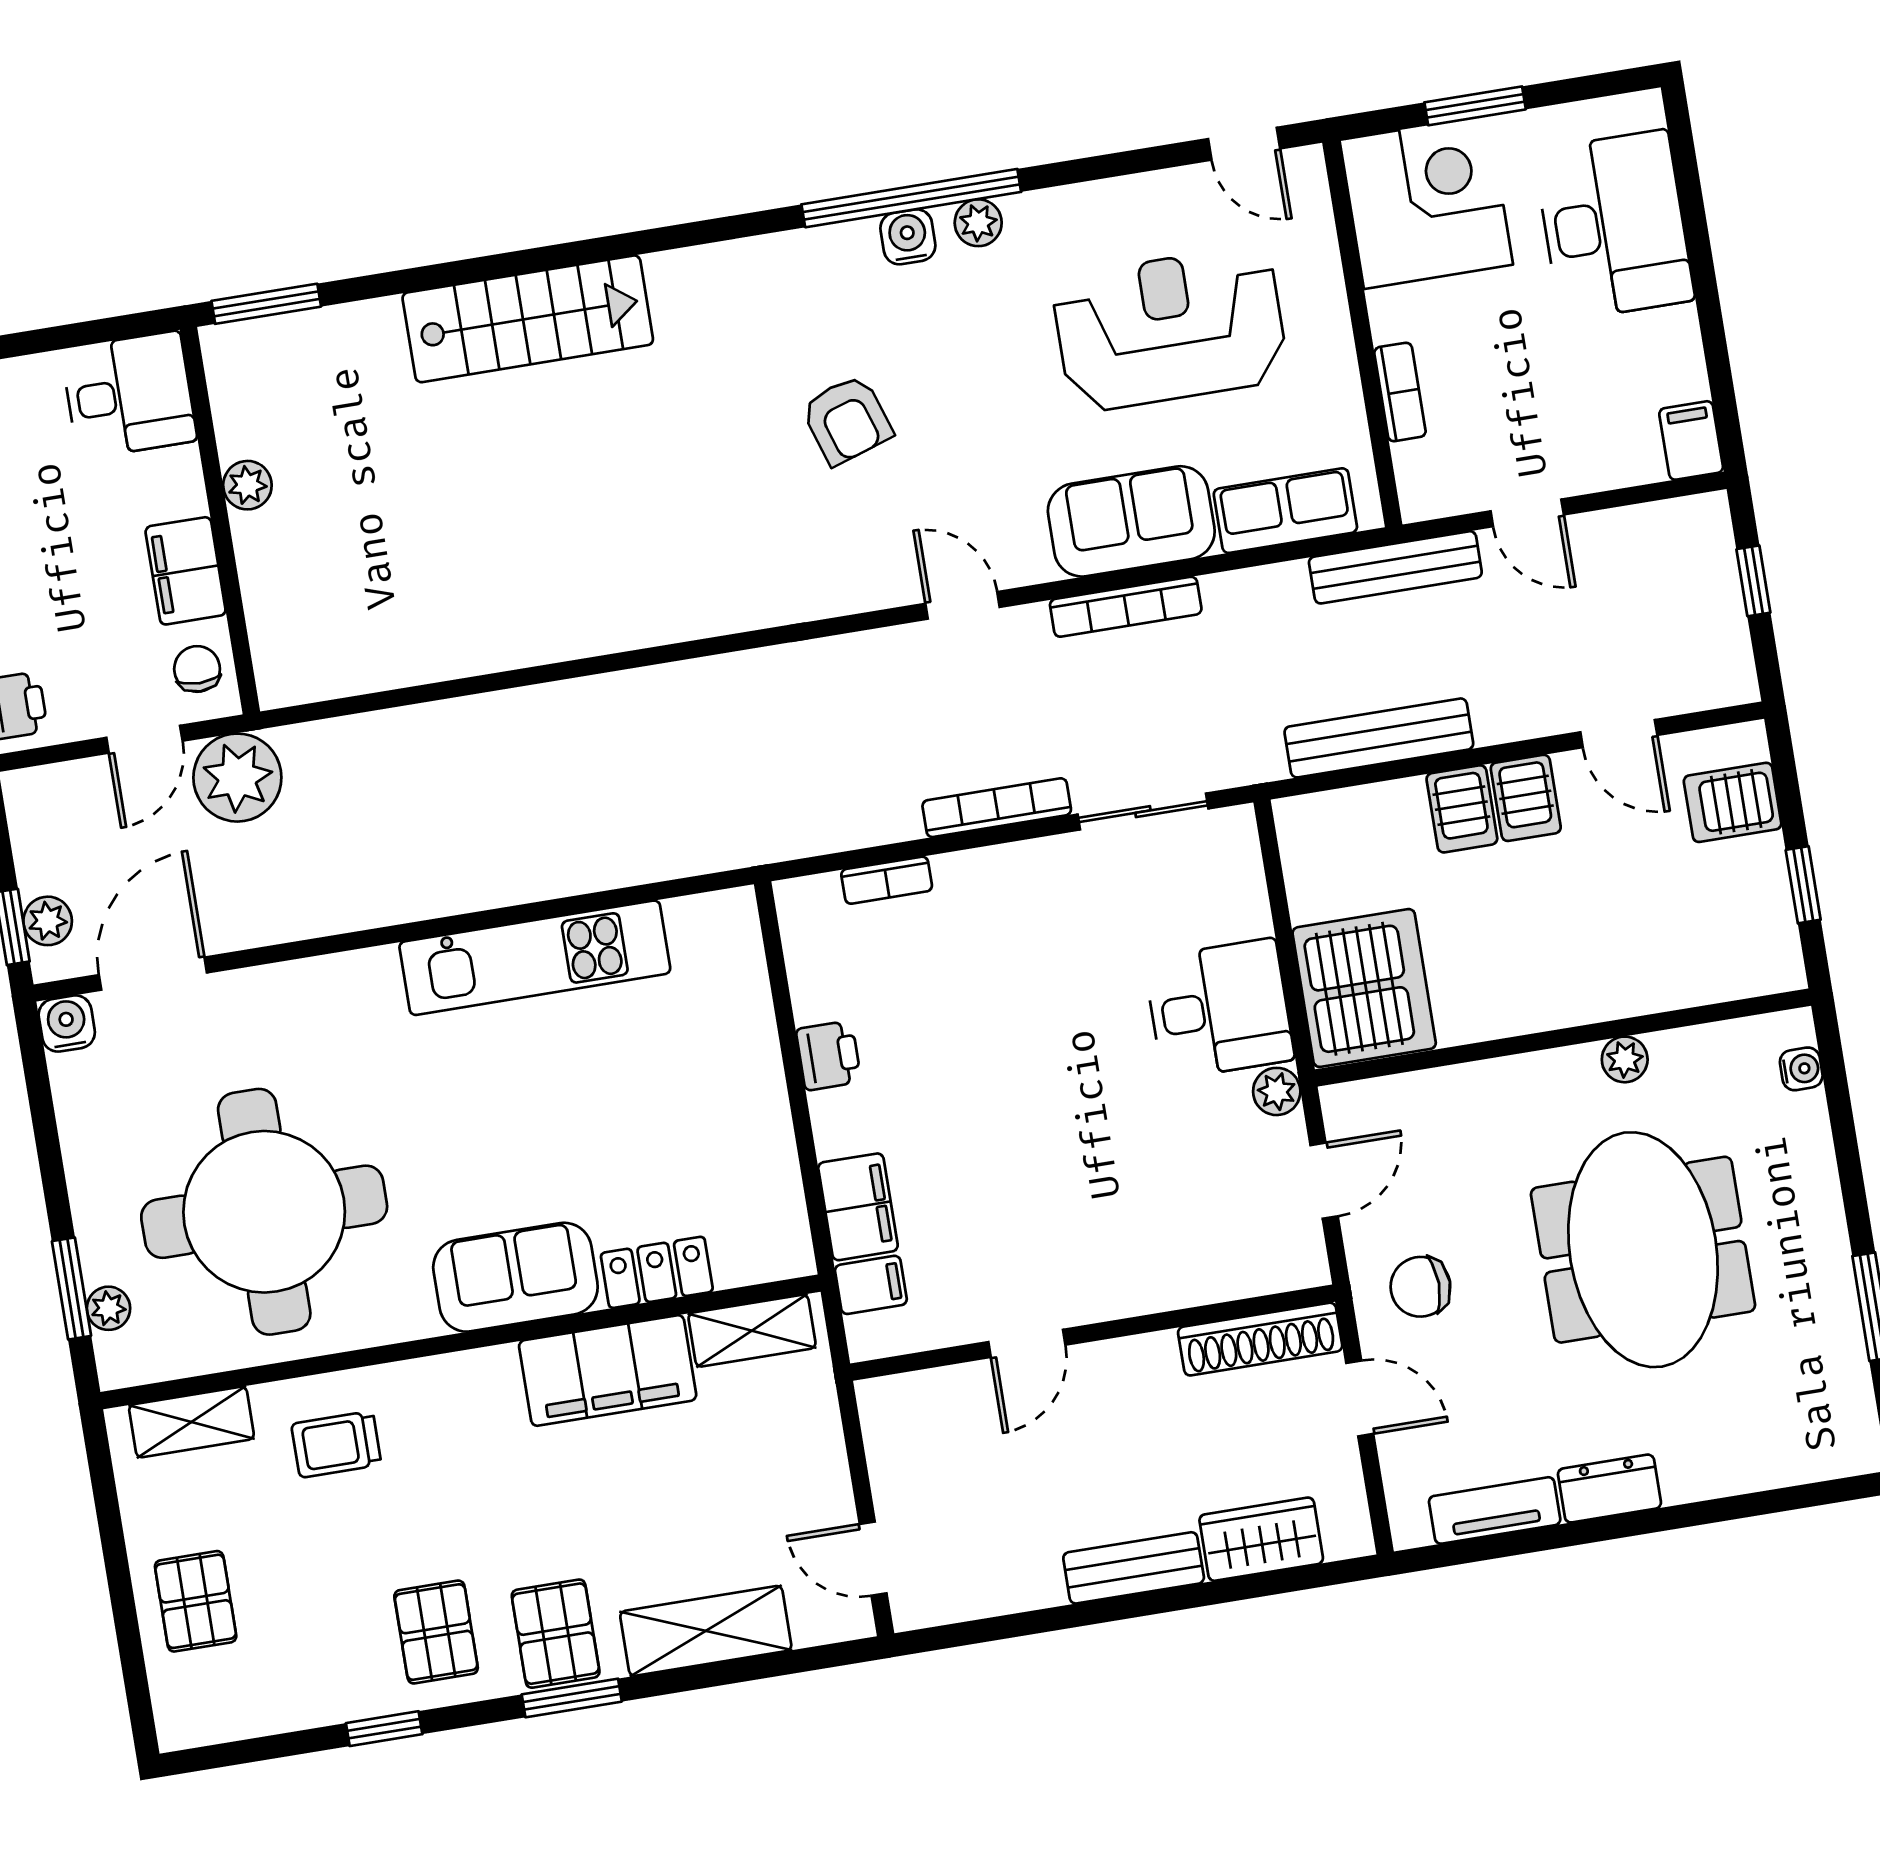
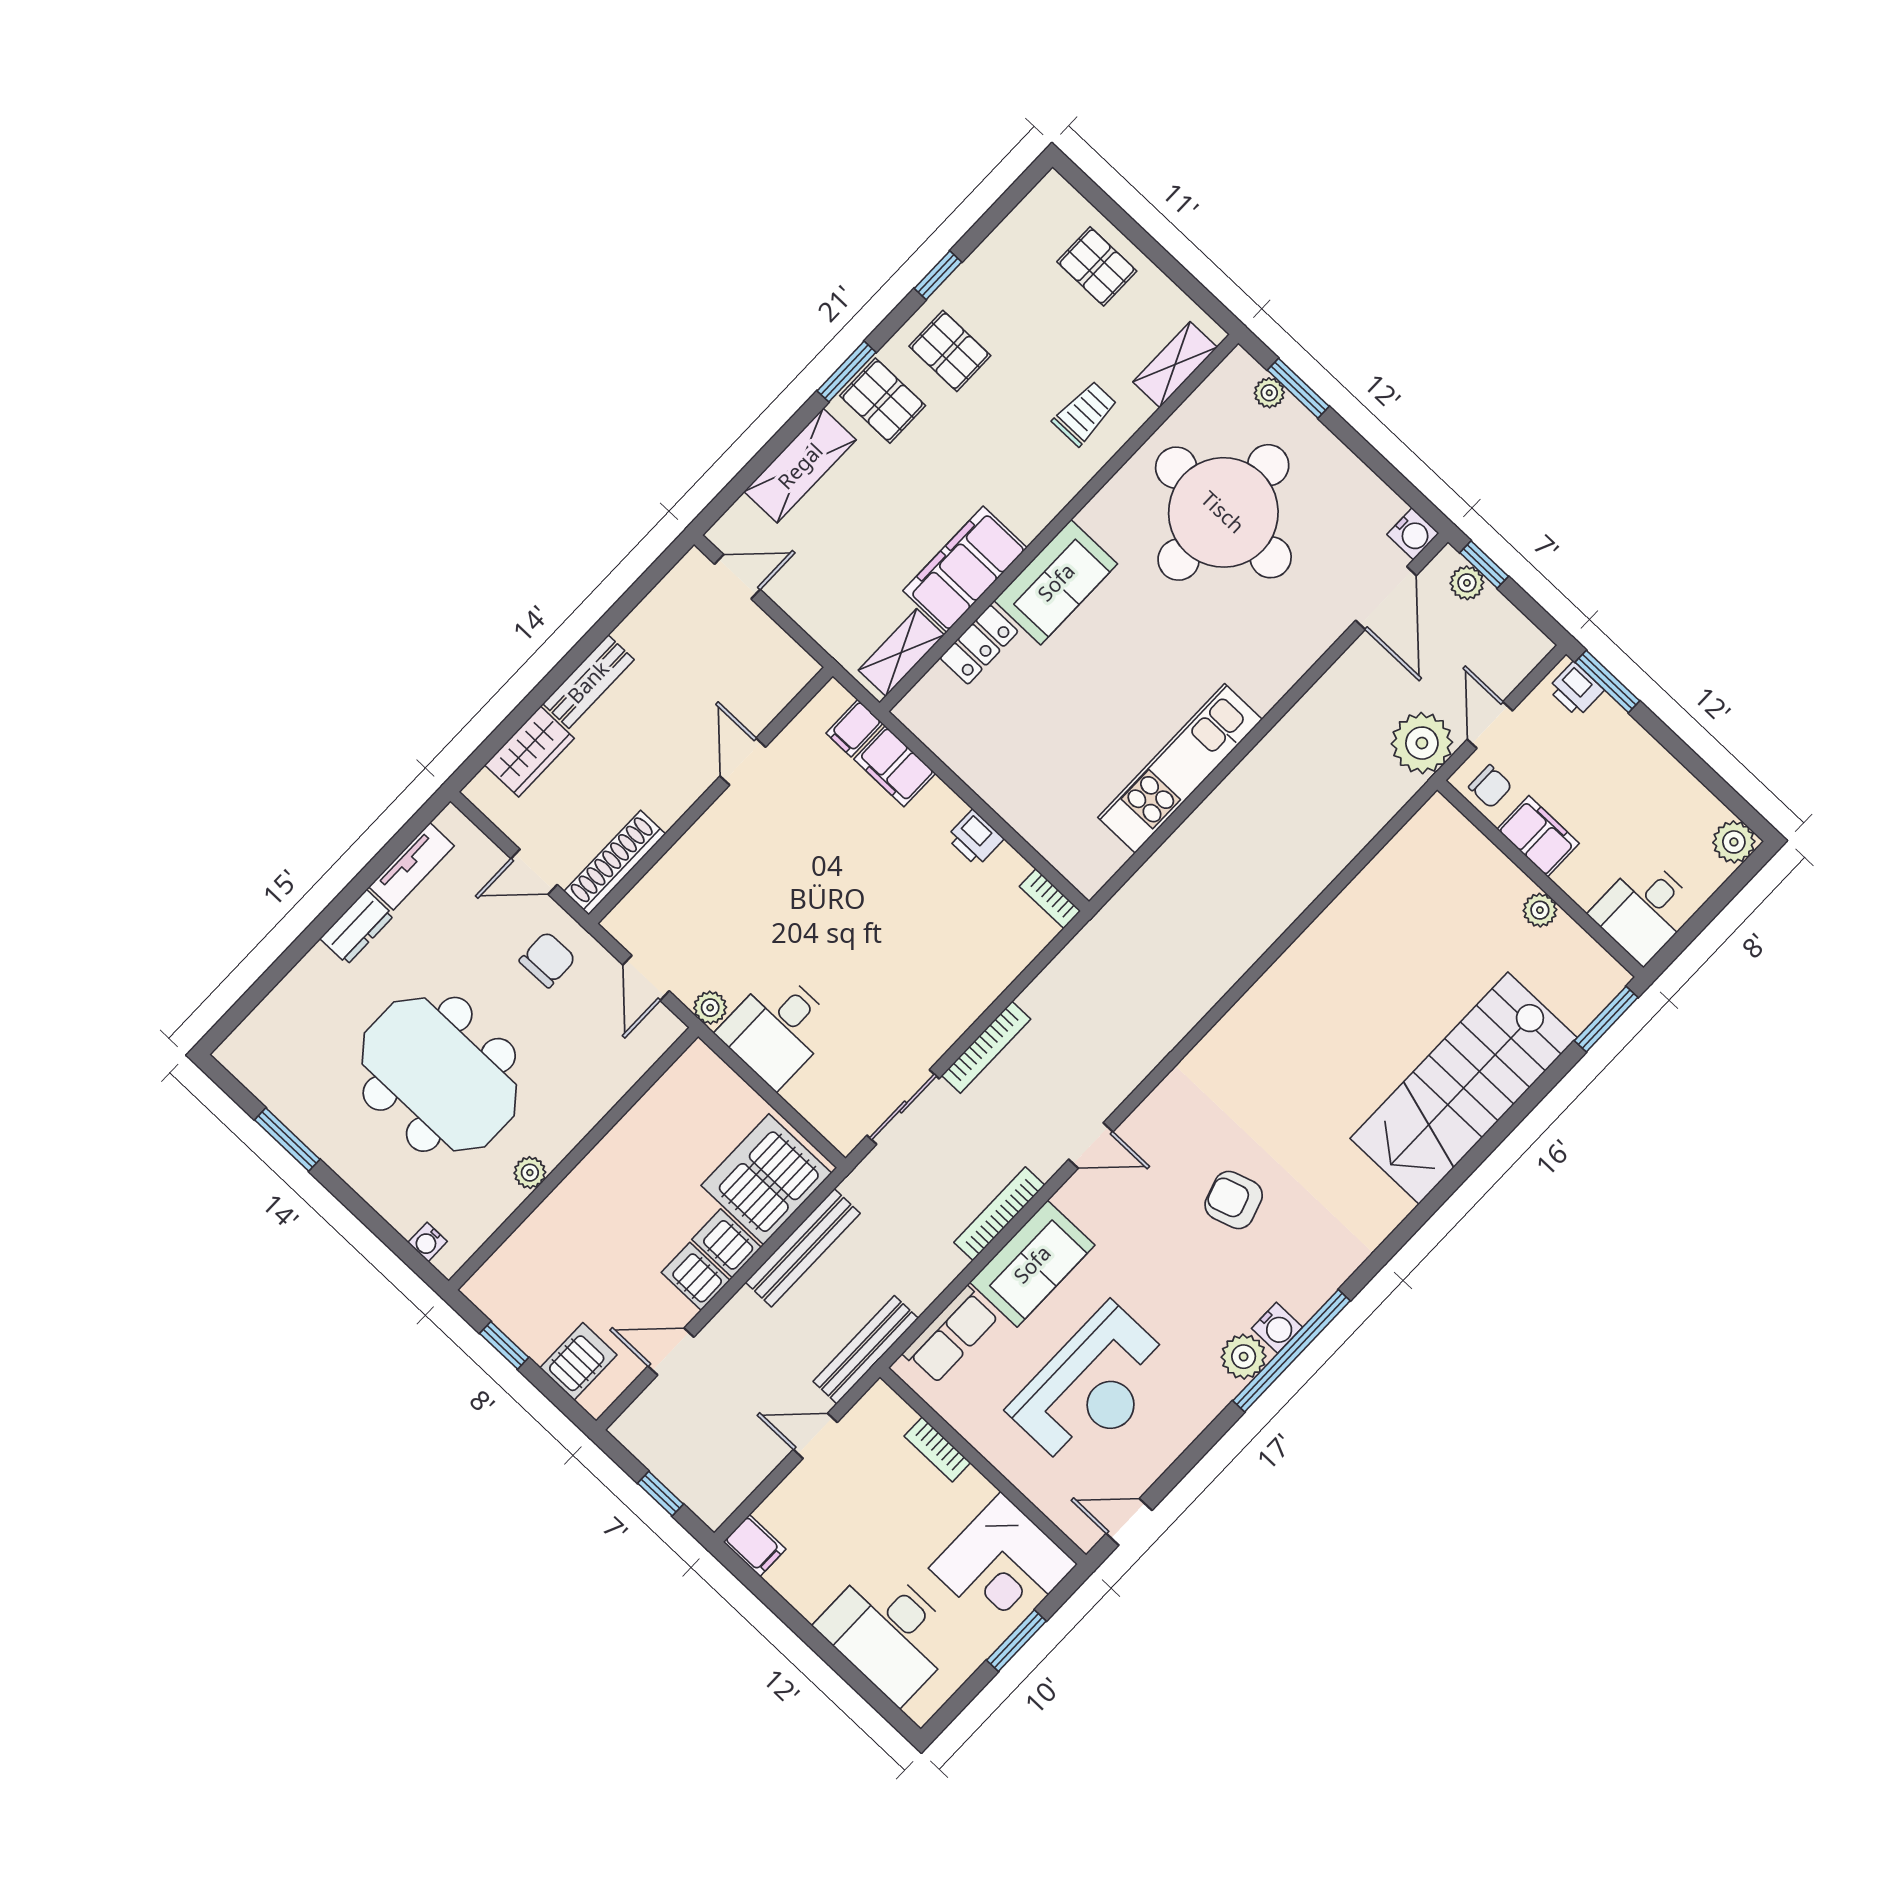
plant: (978, 223) -> (1244, 1357), width x1.38, depth x1.38
stairs: (528, 319) -> (1464, 1088), width x1.36, depth x1.51
bookcase: (887, 880) -> (1050, 899), moved, turned -90
server rack: (1364, 988) -> (766, 1179), moved, turned 90

